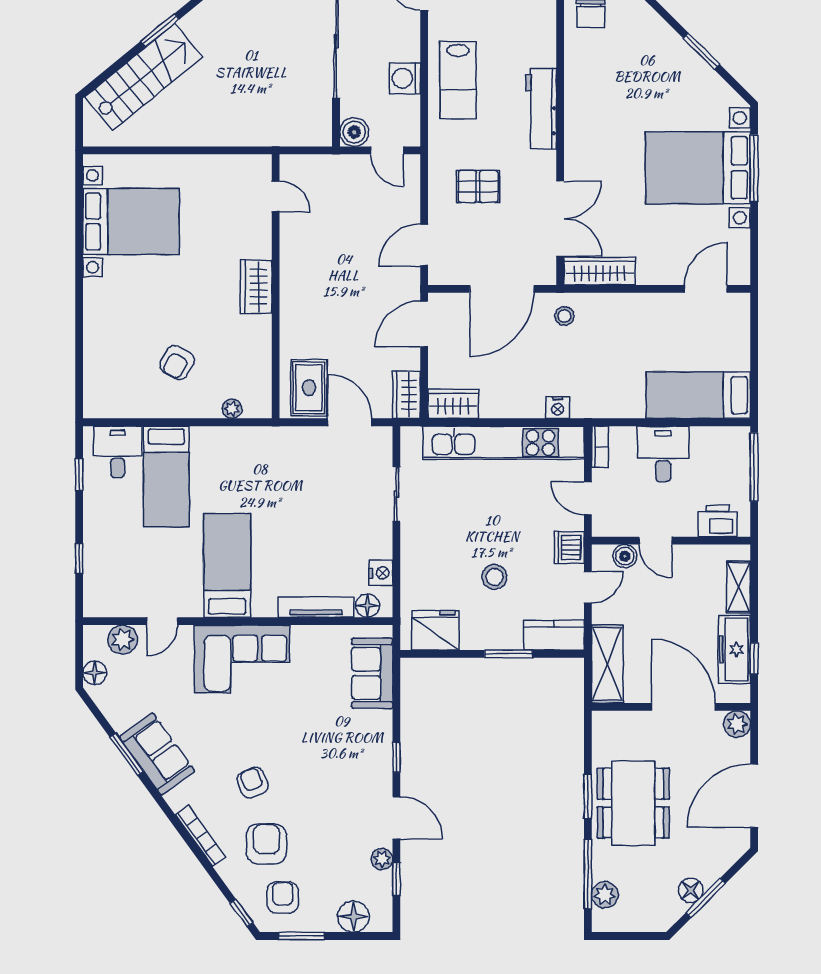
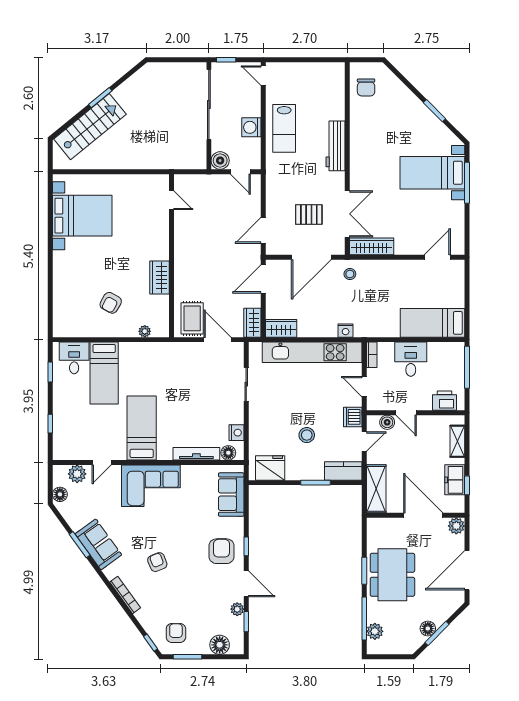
bed with nightstands: (698, 168) -> (432, 173), width x0.73
pallet: (478, 186) -> (309, 214), moved
wardrobe: (256, 287) -> (160, 277), moved
freezer: (734, 649) -> (455, 480), width x0.71
armchair: (266, 844) -> (222, 551), moved

